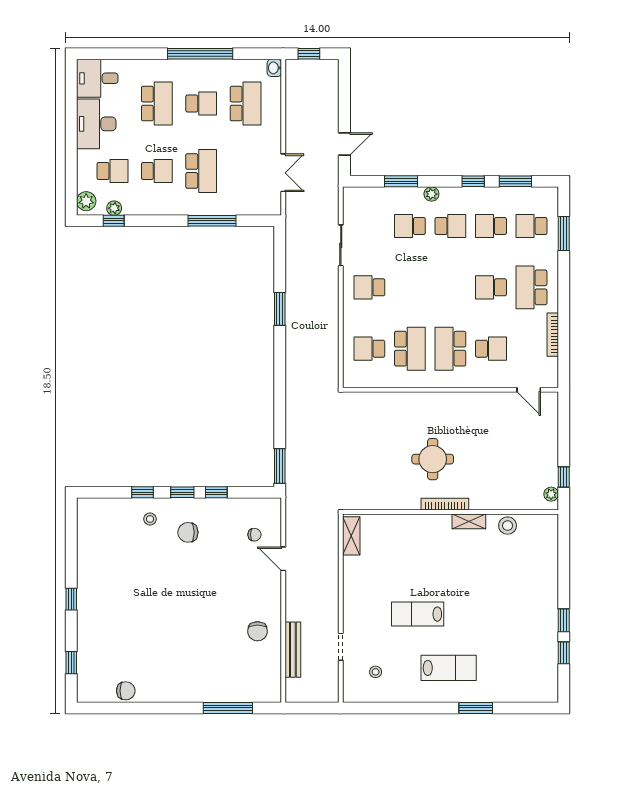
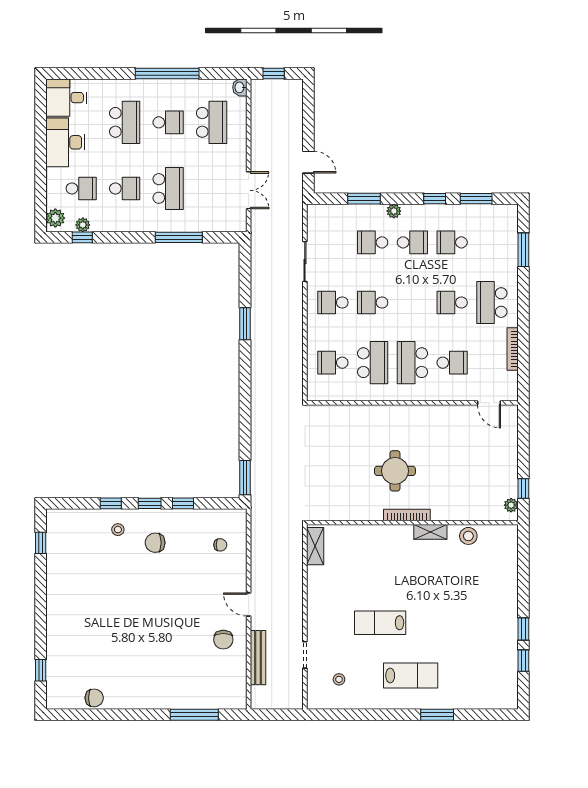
door: (344, 144) -> (308, 162), hinge flipped
school desk: (532, 226) -> (373, 303), moved
door: (283, 559) -> (249, 604), moved
window: (71, 599) -> (41, 543), moved

